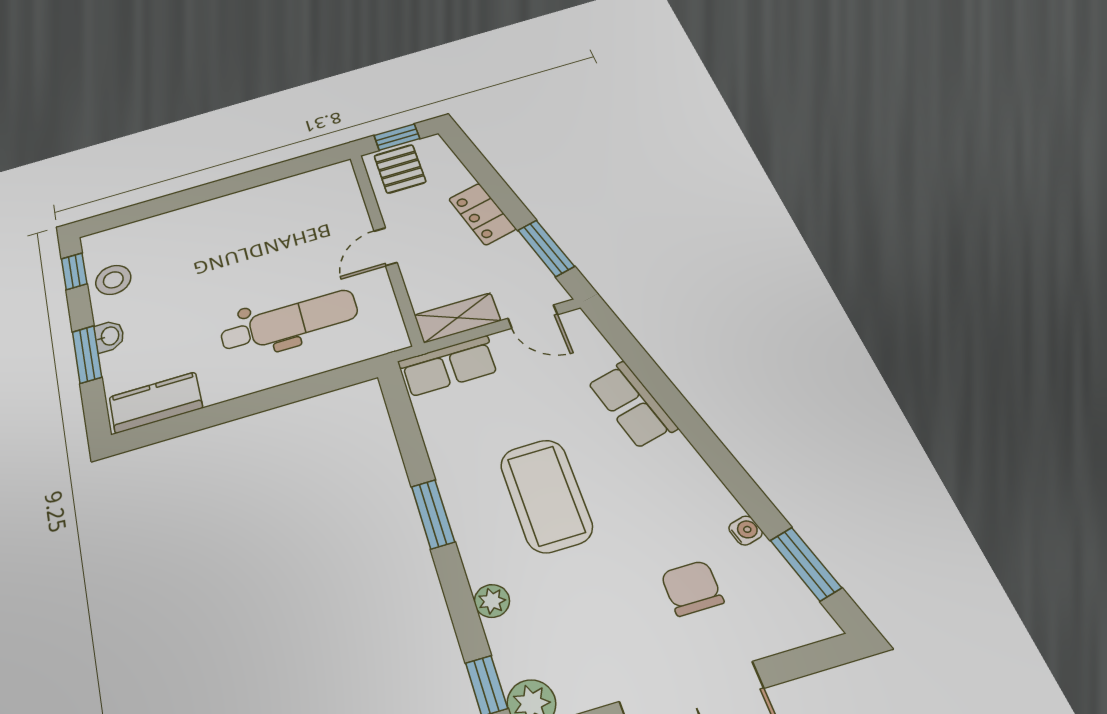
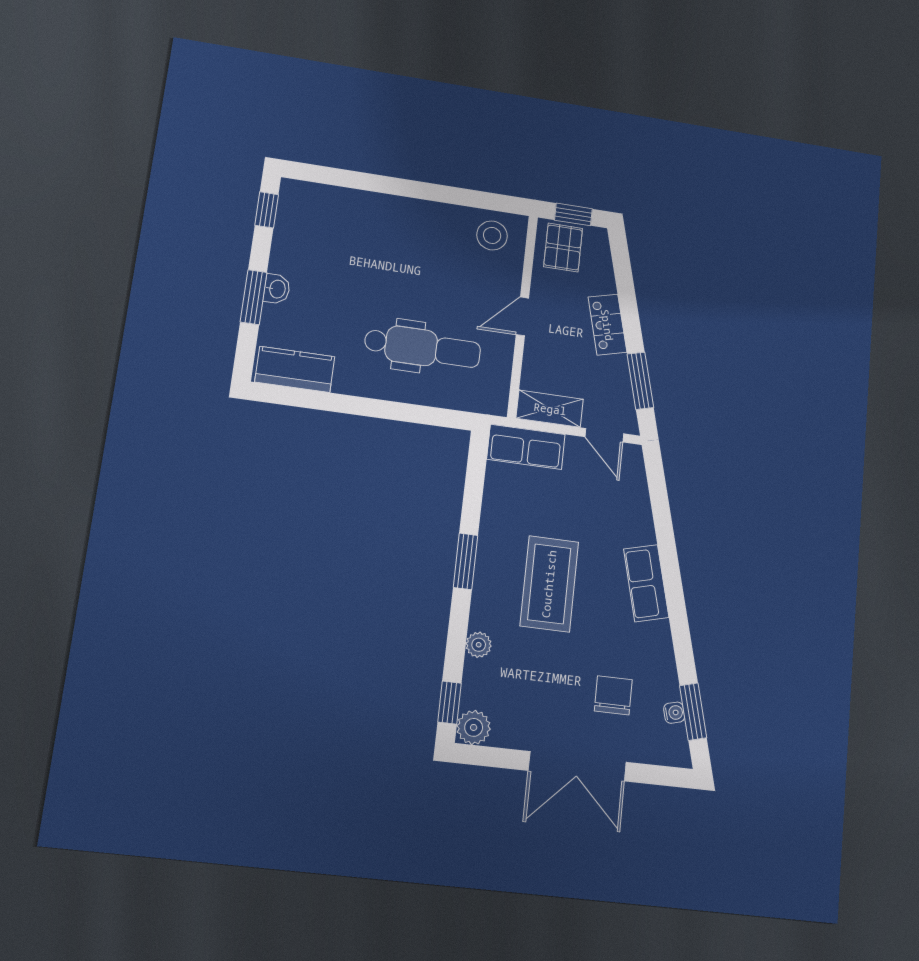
stool: (113, 280) -> (492, 235), moved
row of seats: (632, 405) -> (646, 583), moved
water cooler: (746, 531) -> (674, 713), moved

